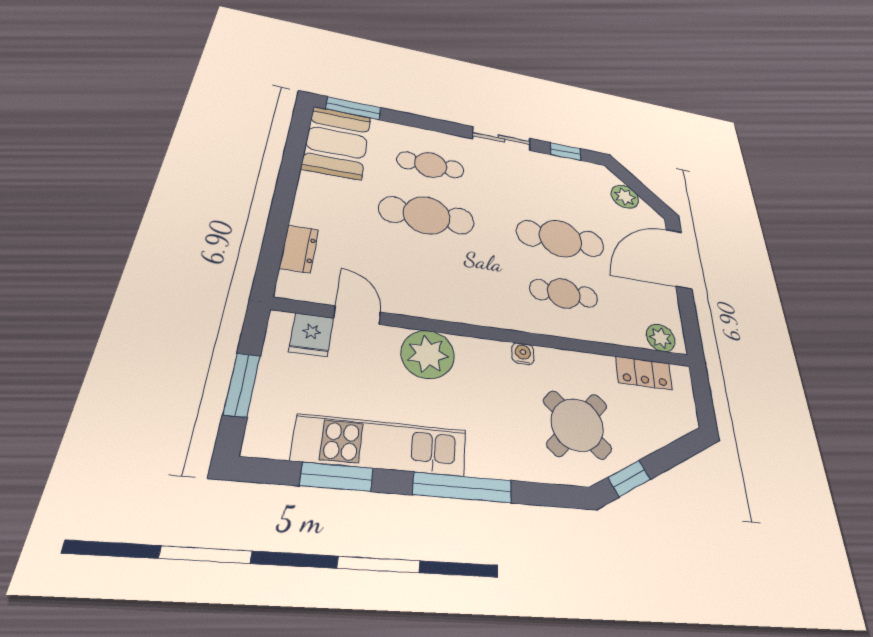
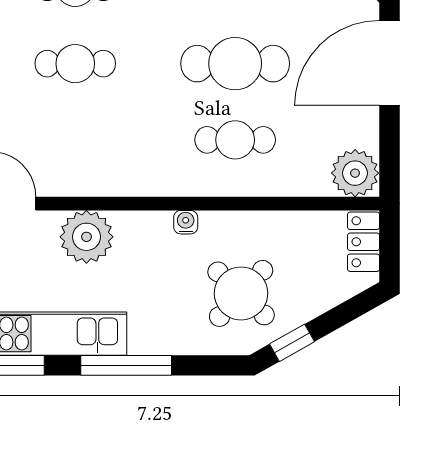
cafe table: (427, 215) -> (75, 64), width x0.73, depth x0.74
plant: (661, 338) -> (355, 173), width x1.36, depth x1.36
locker: (644, 373) -> (364, 242), moved, turned 90

